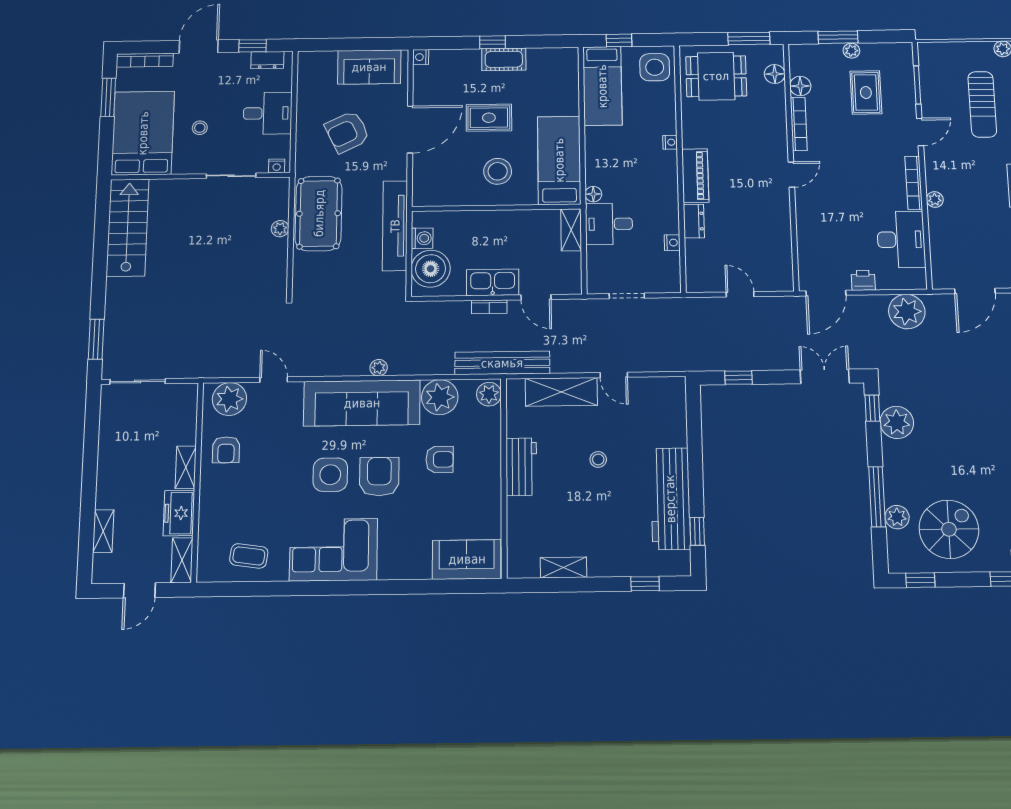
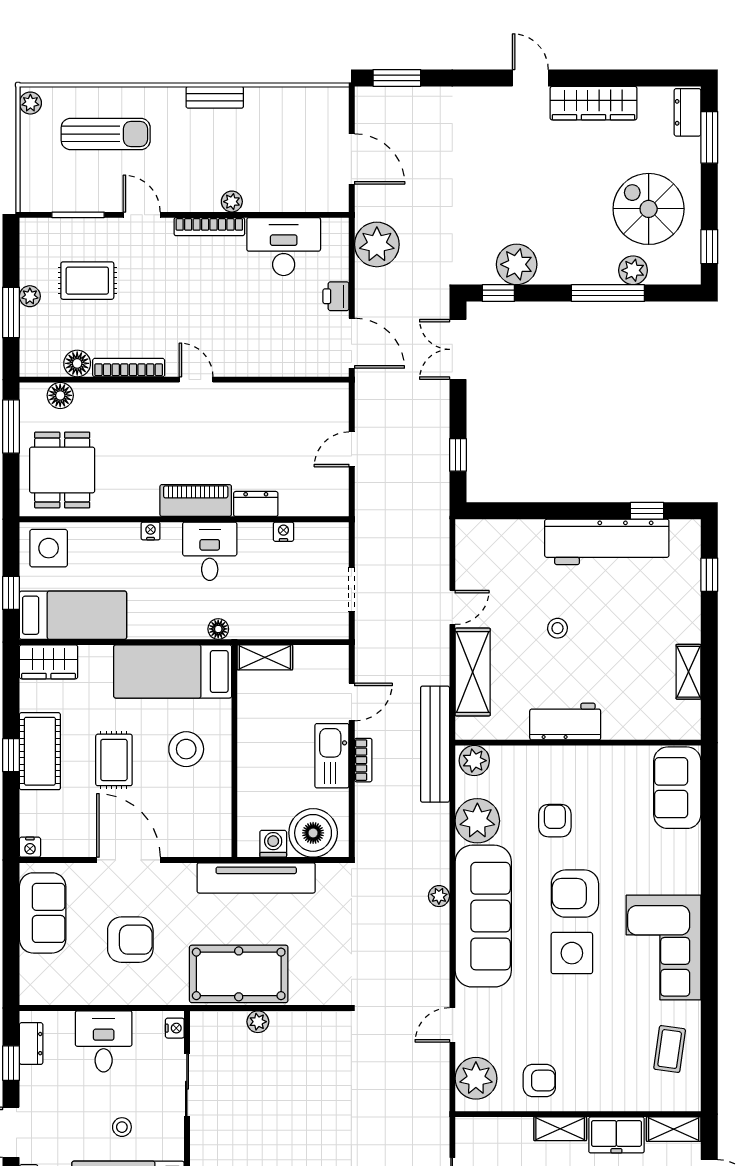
cot: (504, 59) -> (40, 751), width x1.37, depth x1.34
wardrobe: (566, 68) -> (49, 662), added
armchair: (347, 132) -> (130, 940), turned -64
desk: (609, 224) -> (210, 551), moved, turned 180

